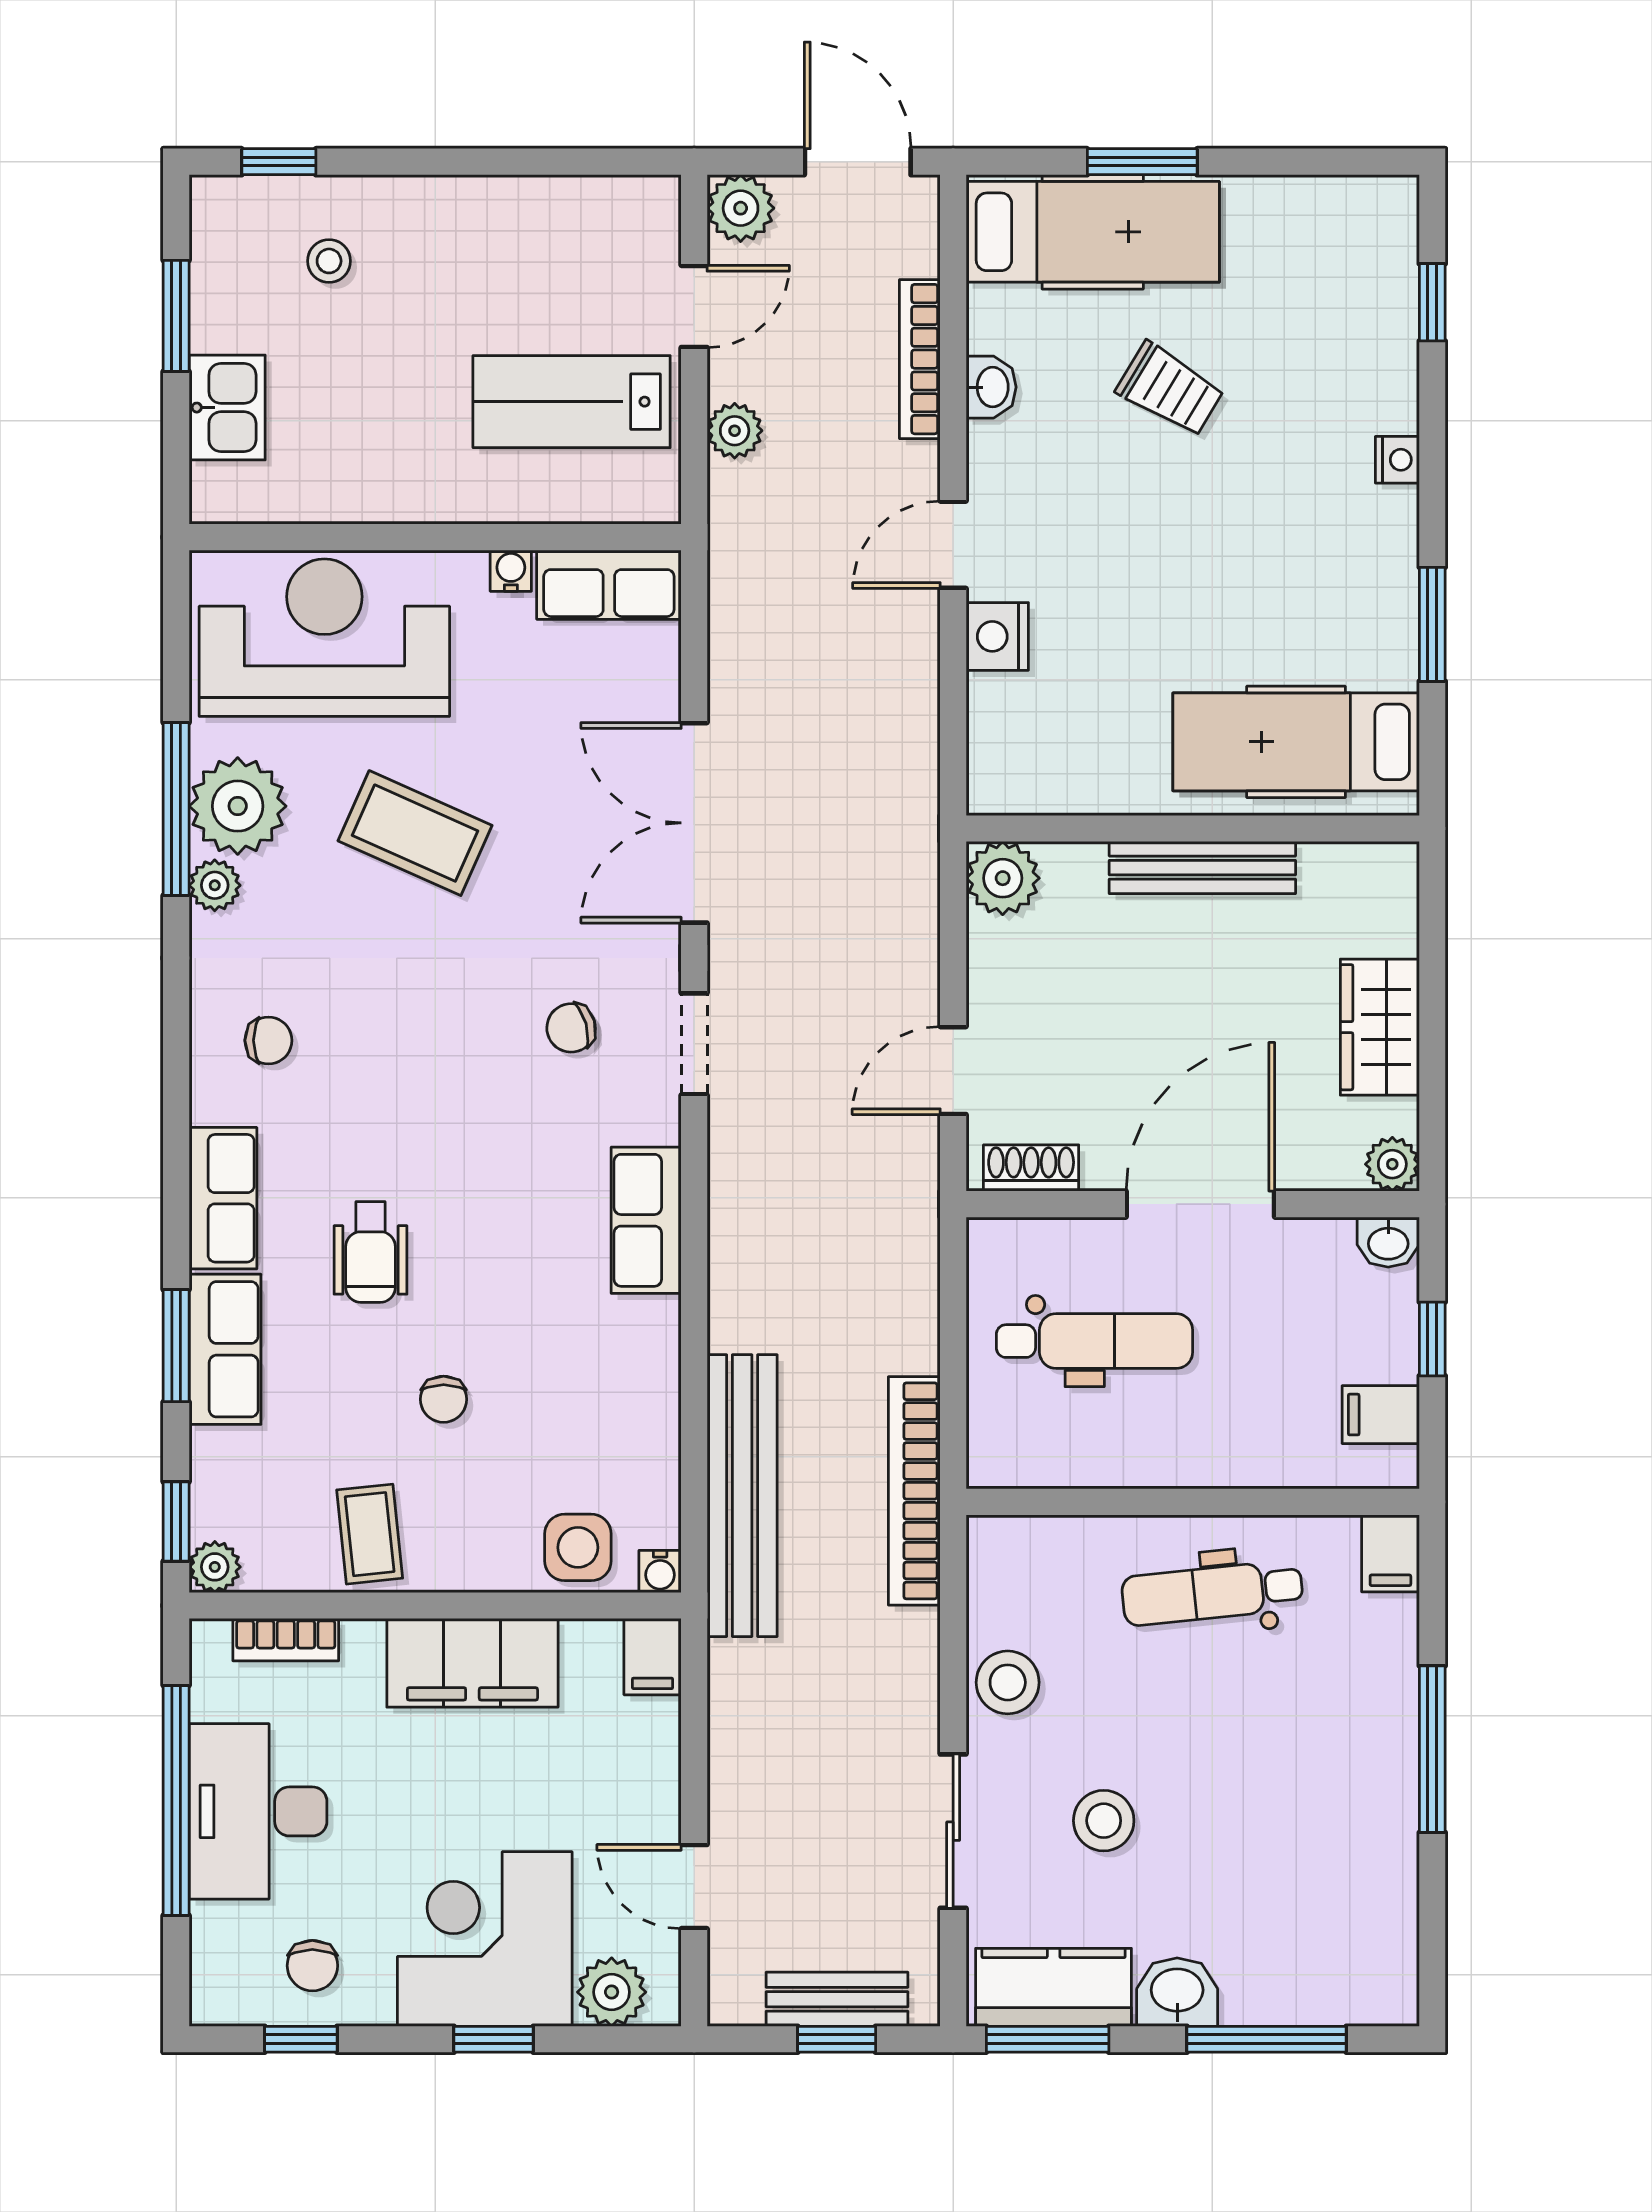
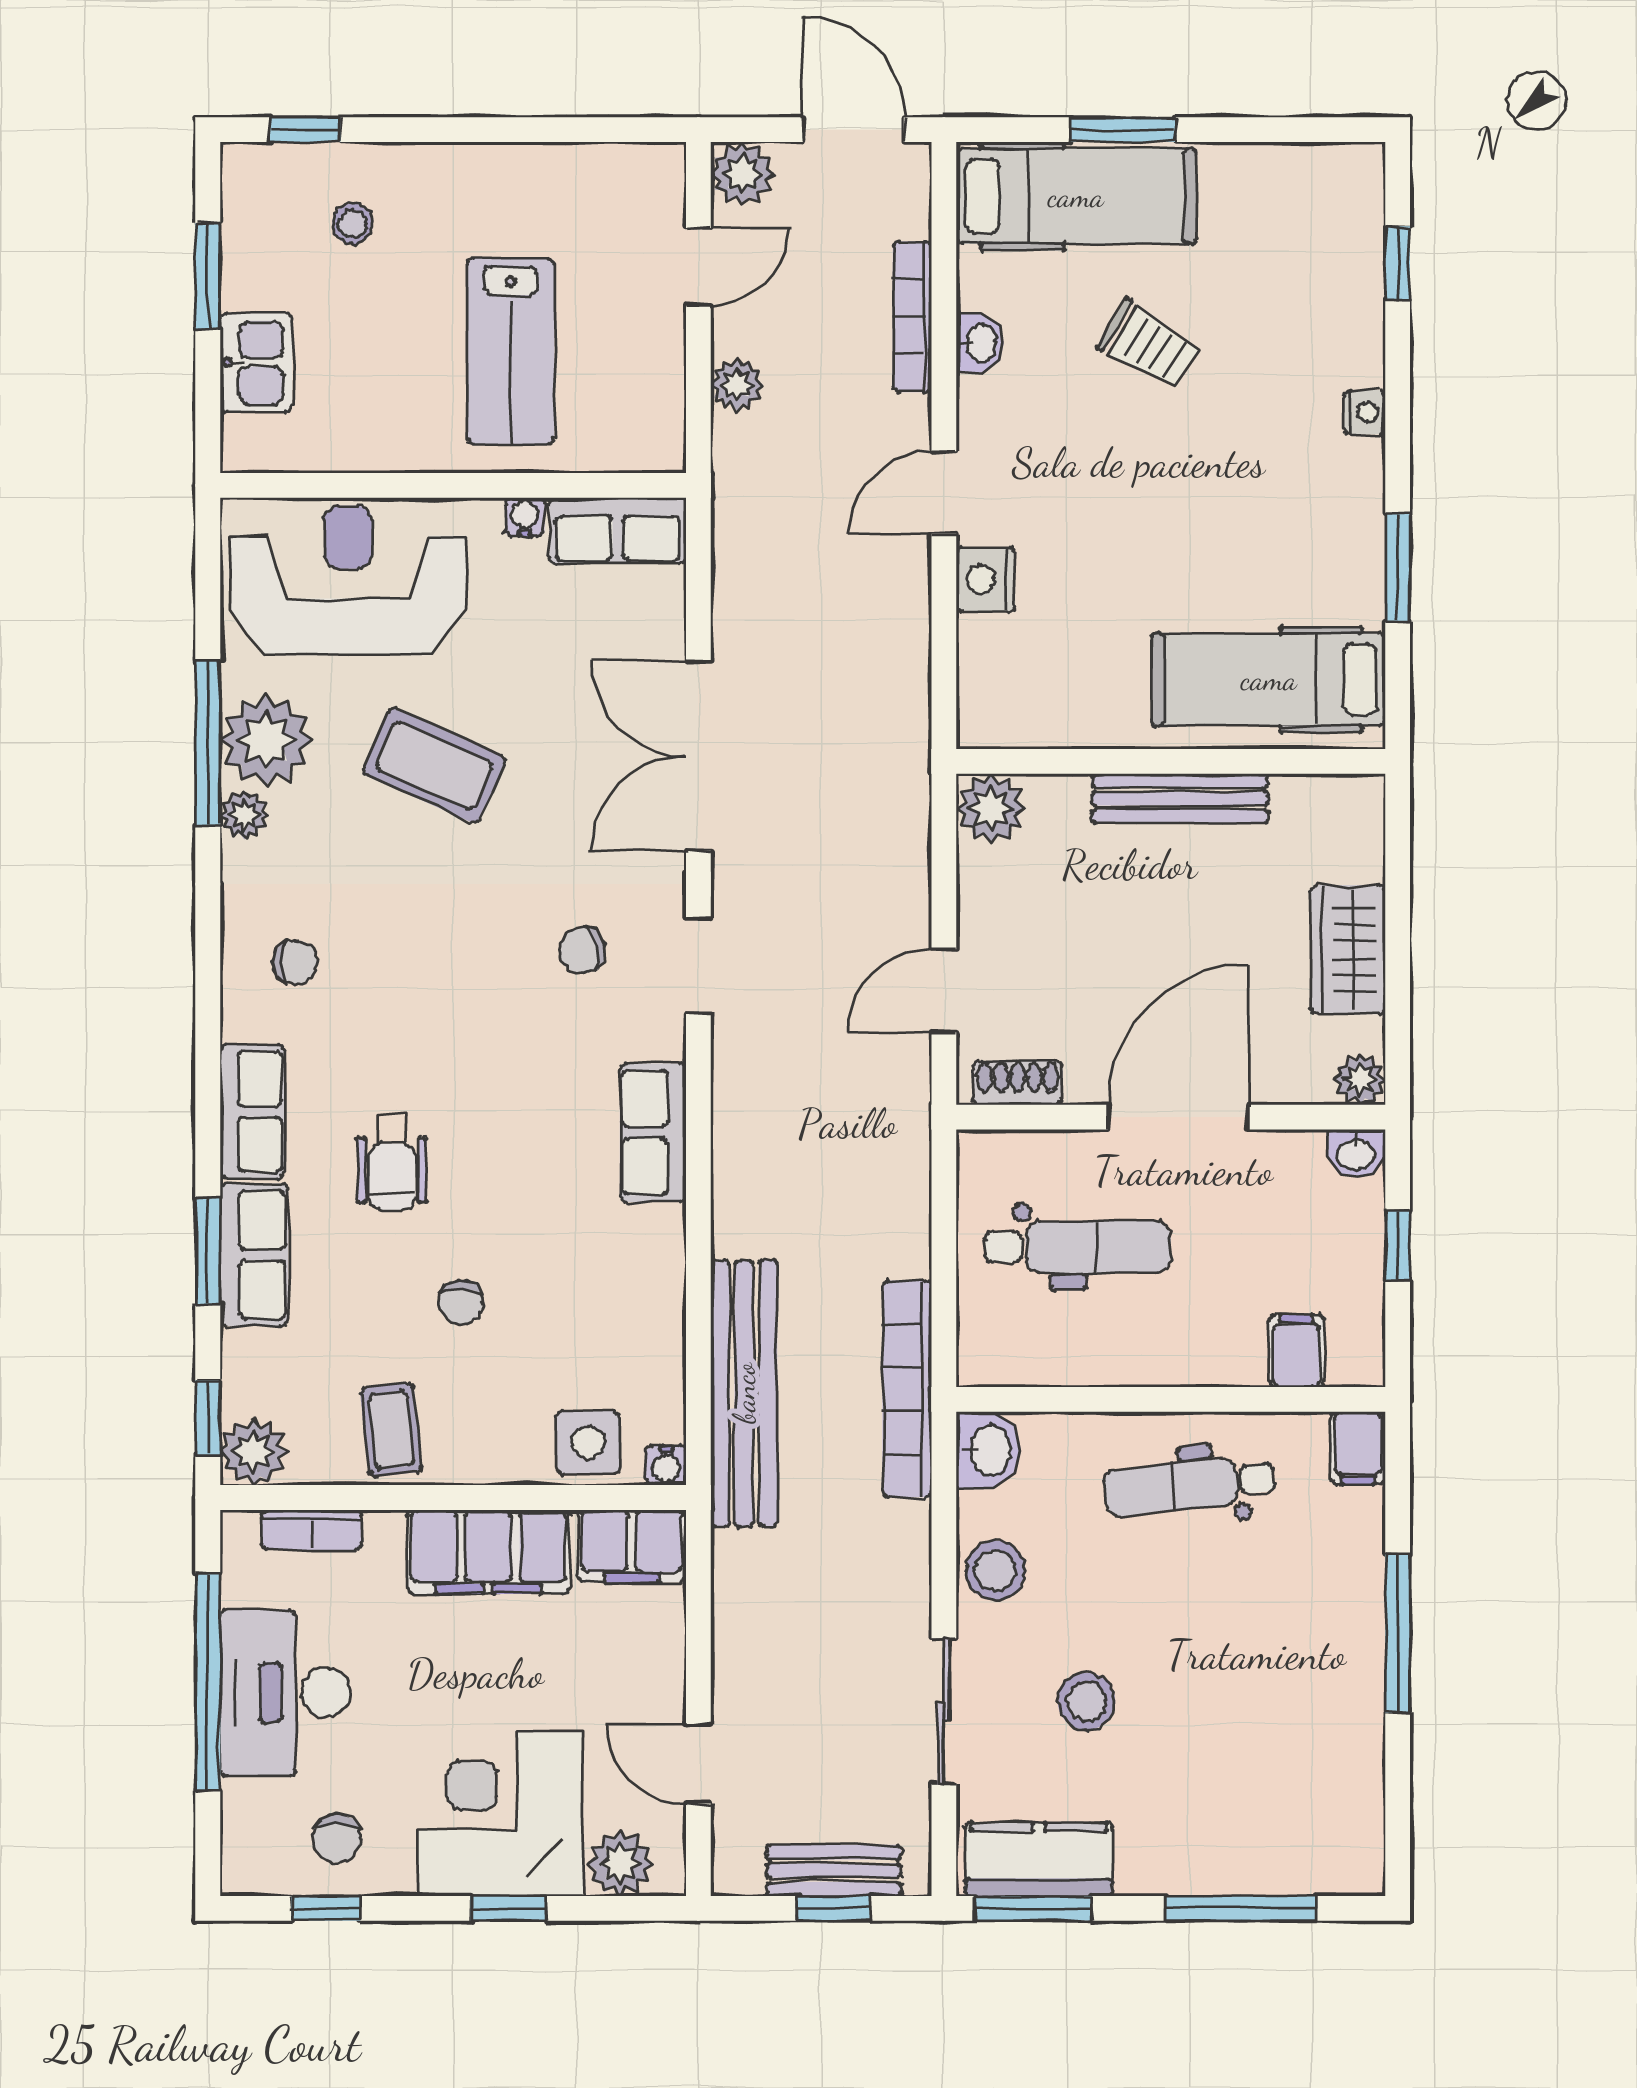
lab bench: (572, 402) -> (511, 351), moved, turned -90
filing cabinet: (1381, 1415) -> (1296, 1351), moved, turned 90
plant: (215, 1567) -> (253, 1452), width x1.38, depth x1.38
filing cabinet: (653, 1657) -> (632, 1546), width x2.00
washbasin: (1177, 1992) -> (989, 1450), moved, turned 90

